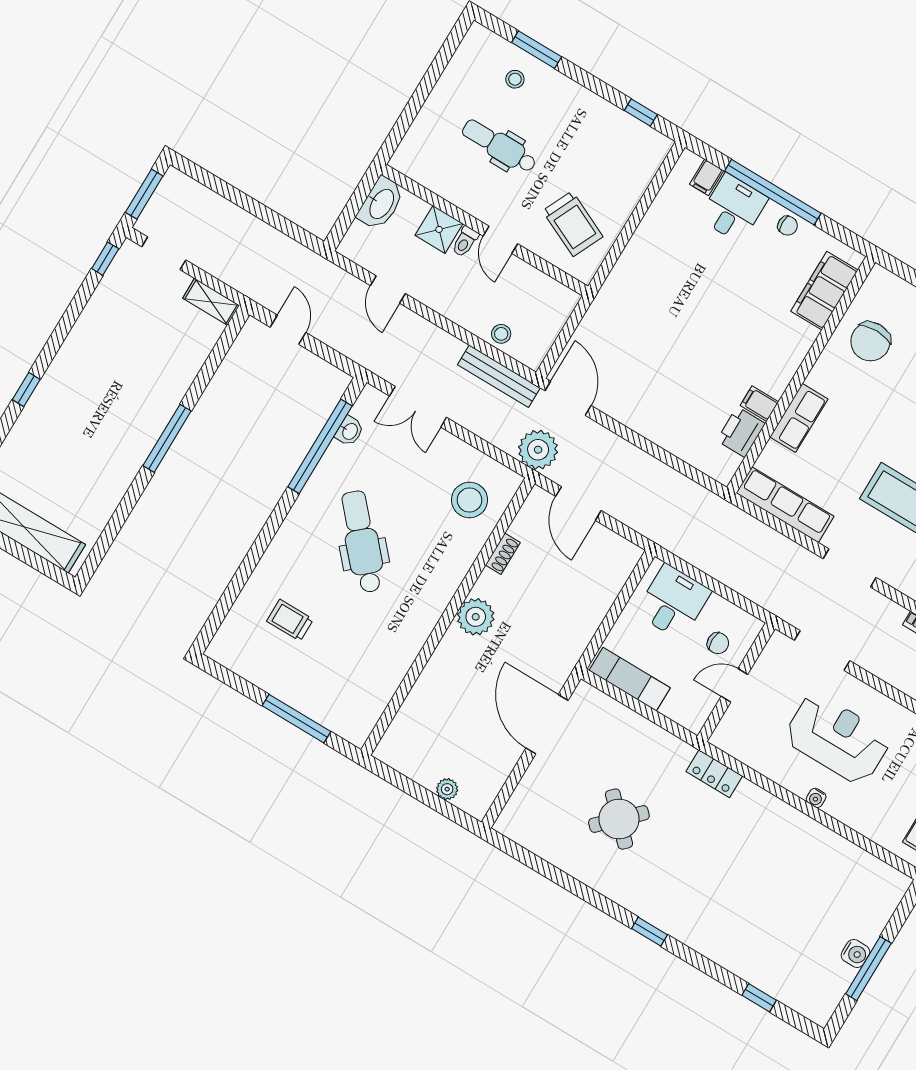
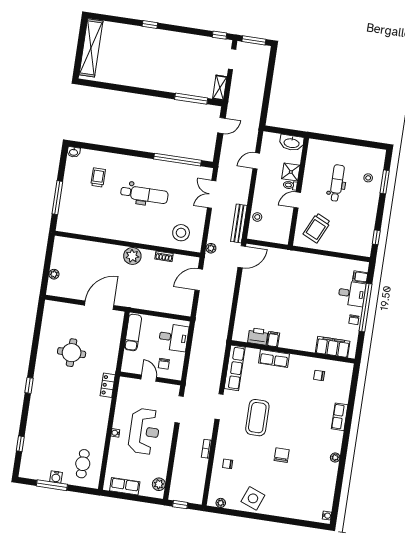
chair: (870, 341) -> (319, 375), width x0.54, depth x0.54
washbasin: (350, 431) -> (74, 152), moved
window: (167, 438) -> (191, 99), moved
plant: (538, 450) -> (211, 248), width x0.53, depth x0.53
dental chair: (362, 542) -> (144, 194), turned 42
round table: (619, 819) -> (72, 353), turned 45
cafe table: (851, 889) -> (83, 464), added

